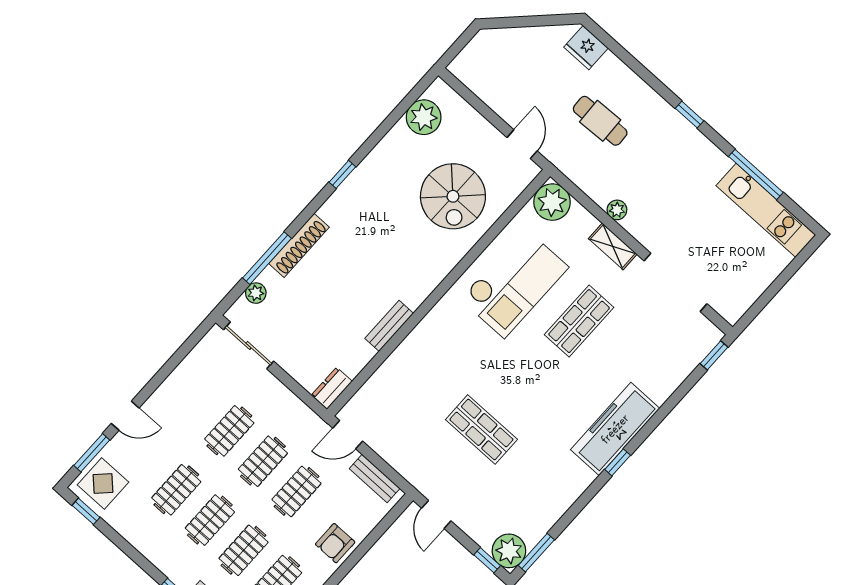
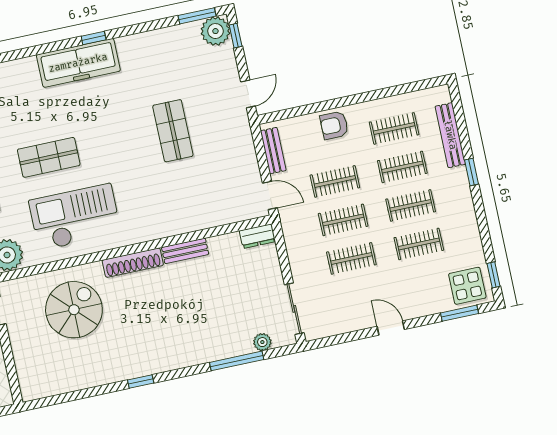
plant: (424, 117) -> (54, 380), removed
shoe rack: (299, 245) -> (133, 263), moved, turned 180
door: (125, 416) -> (391, 328), moved
armchair: (335, 543) -> (334, 125), turned 180

